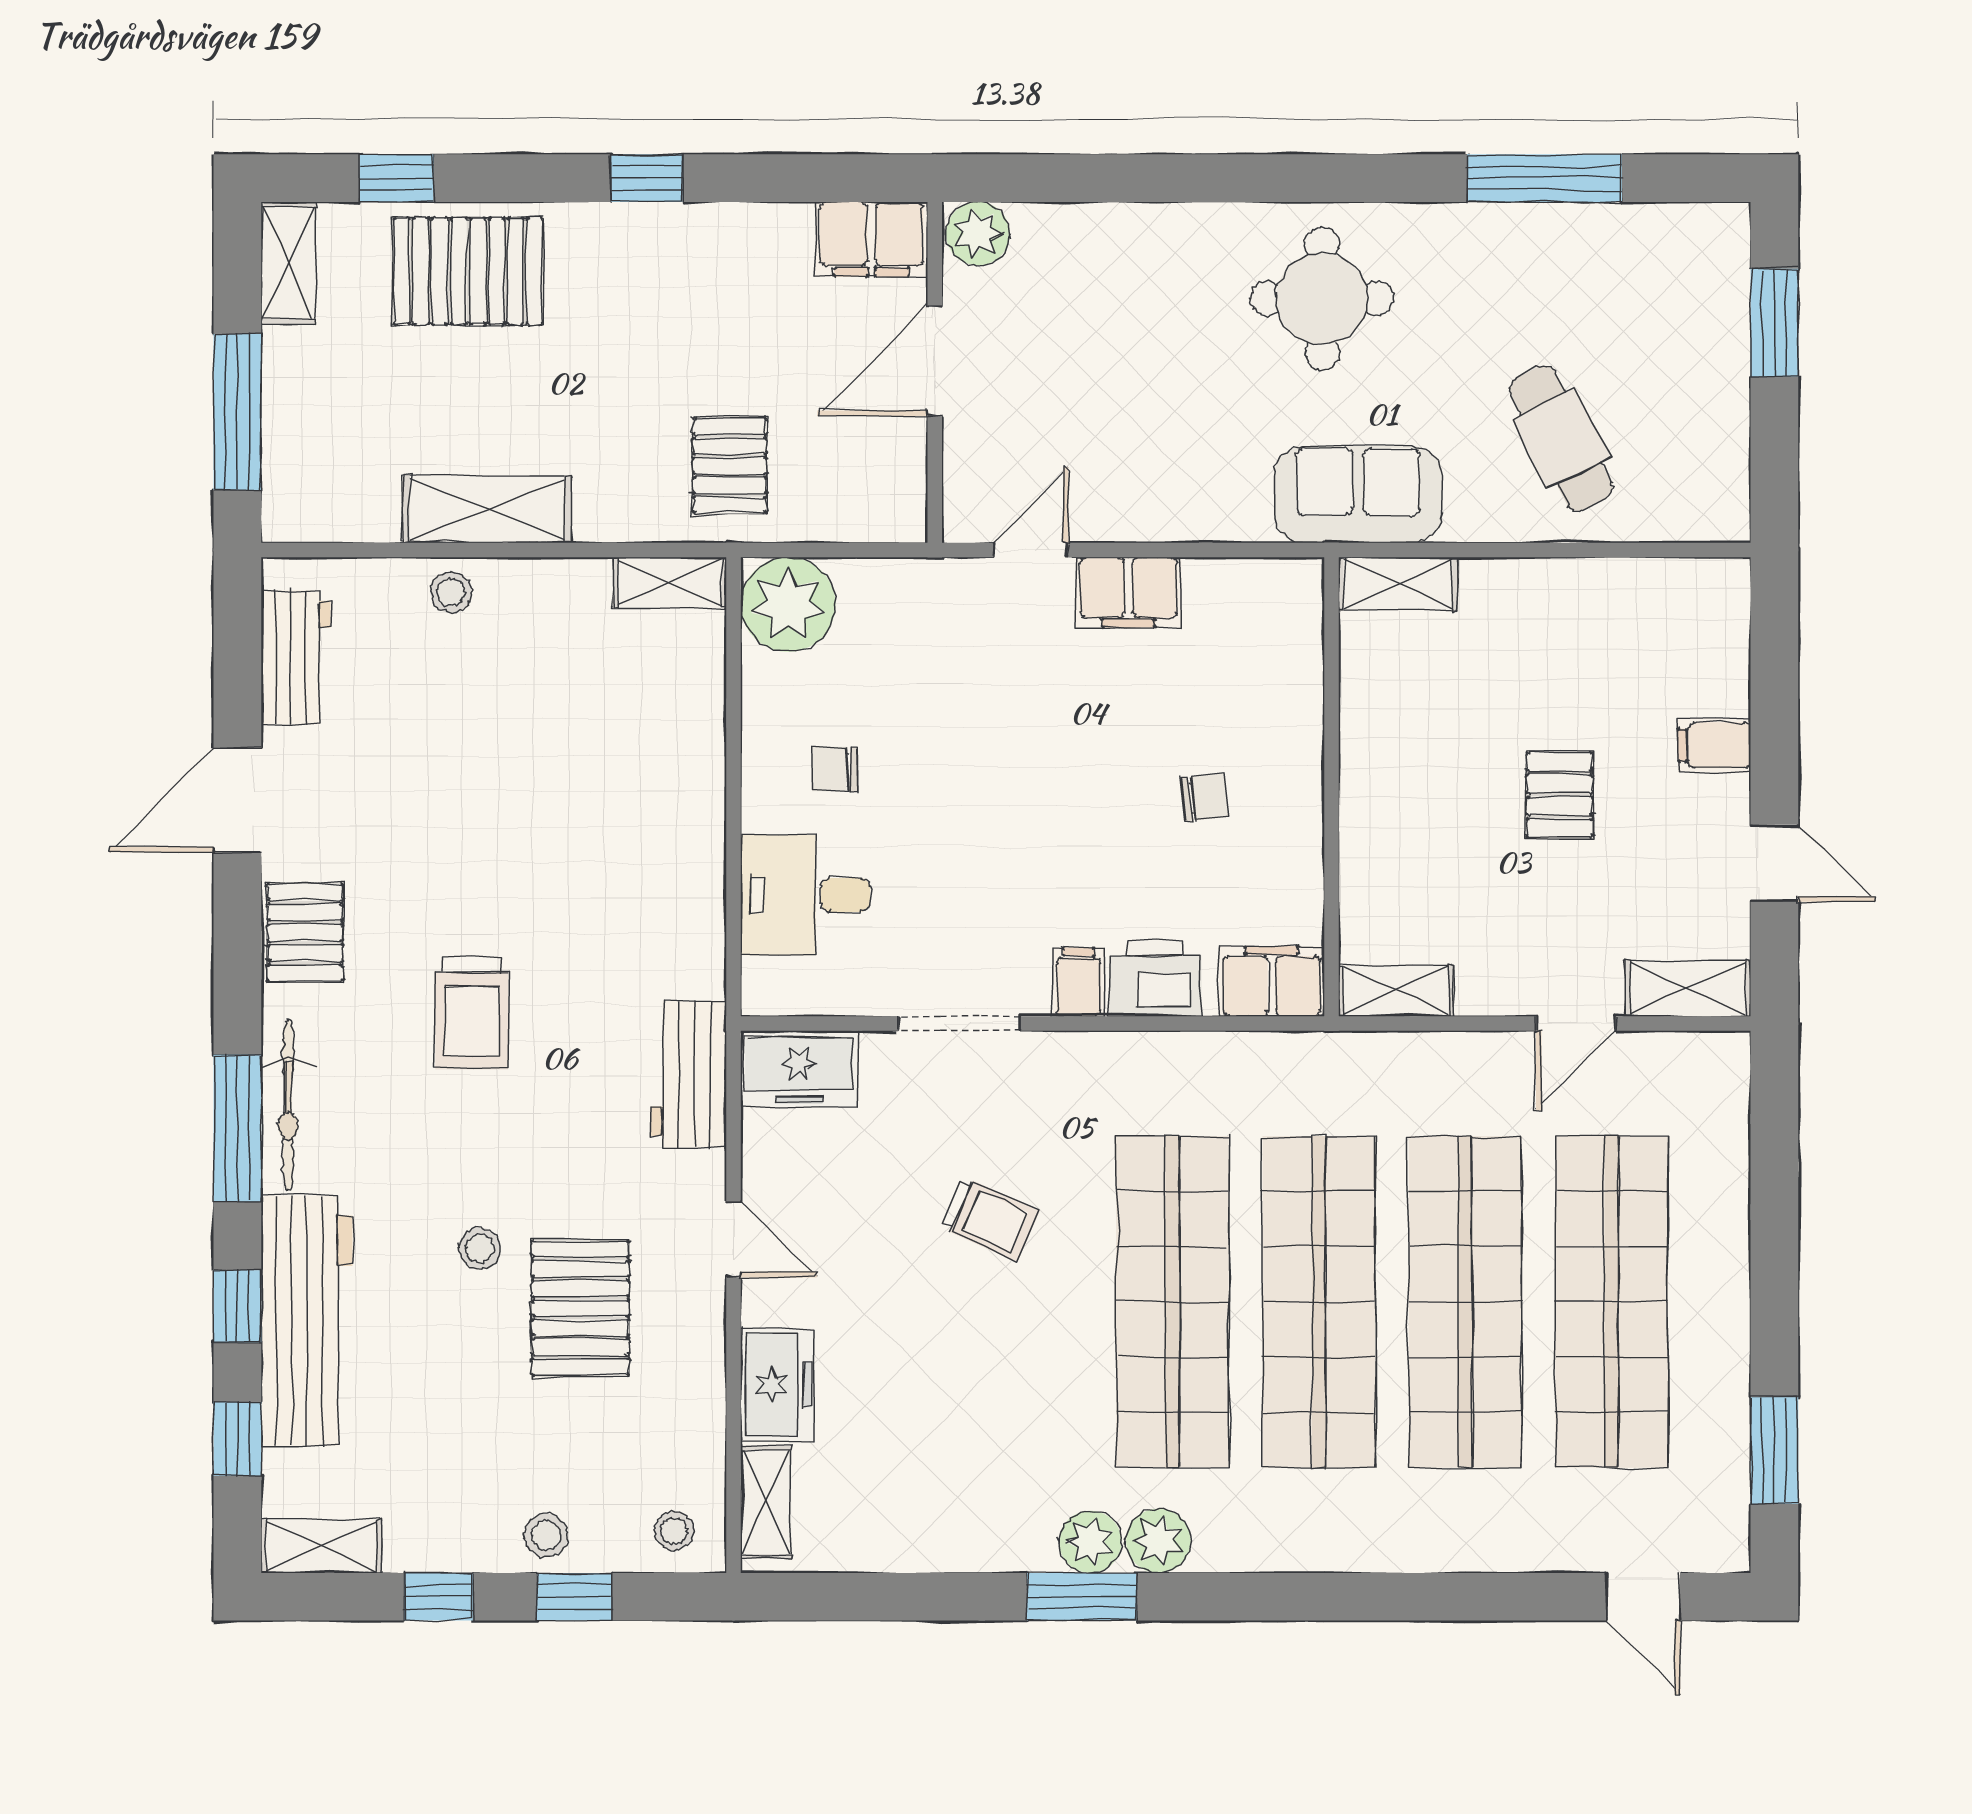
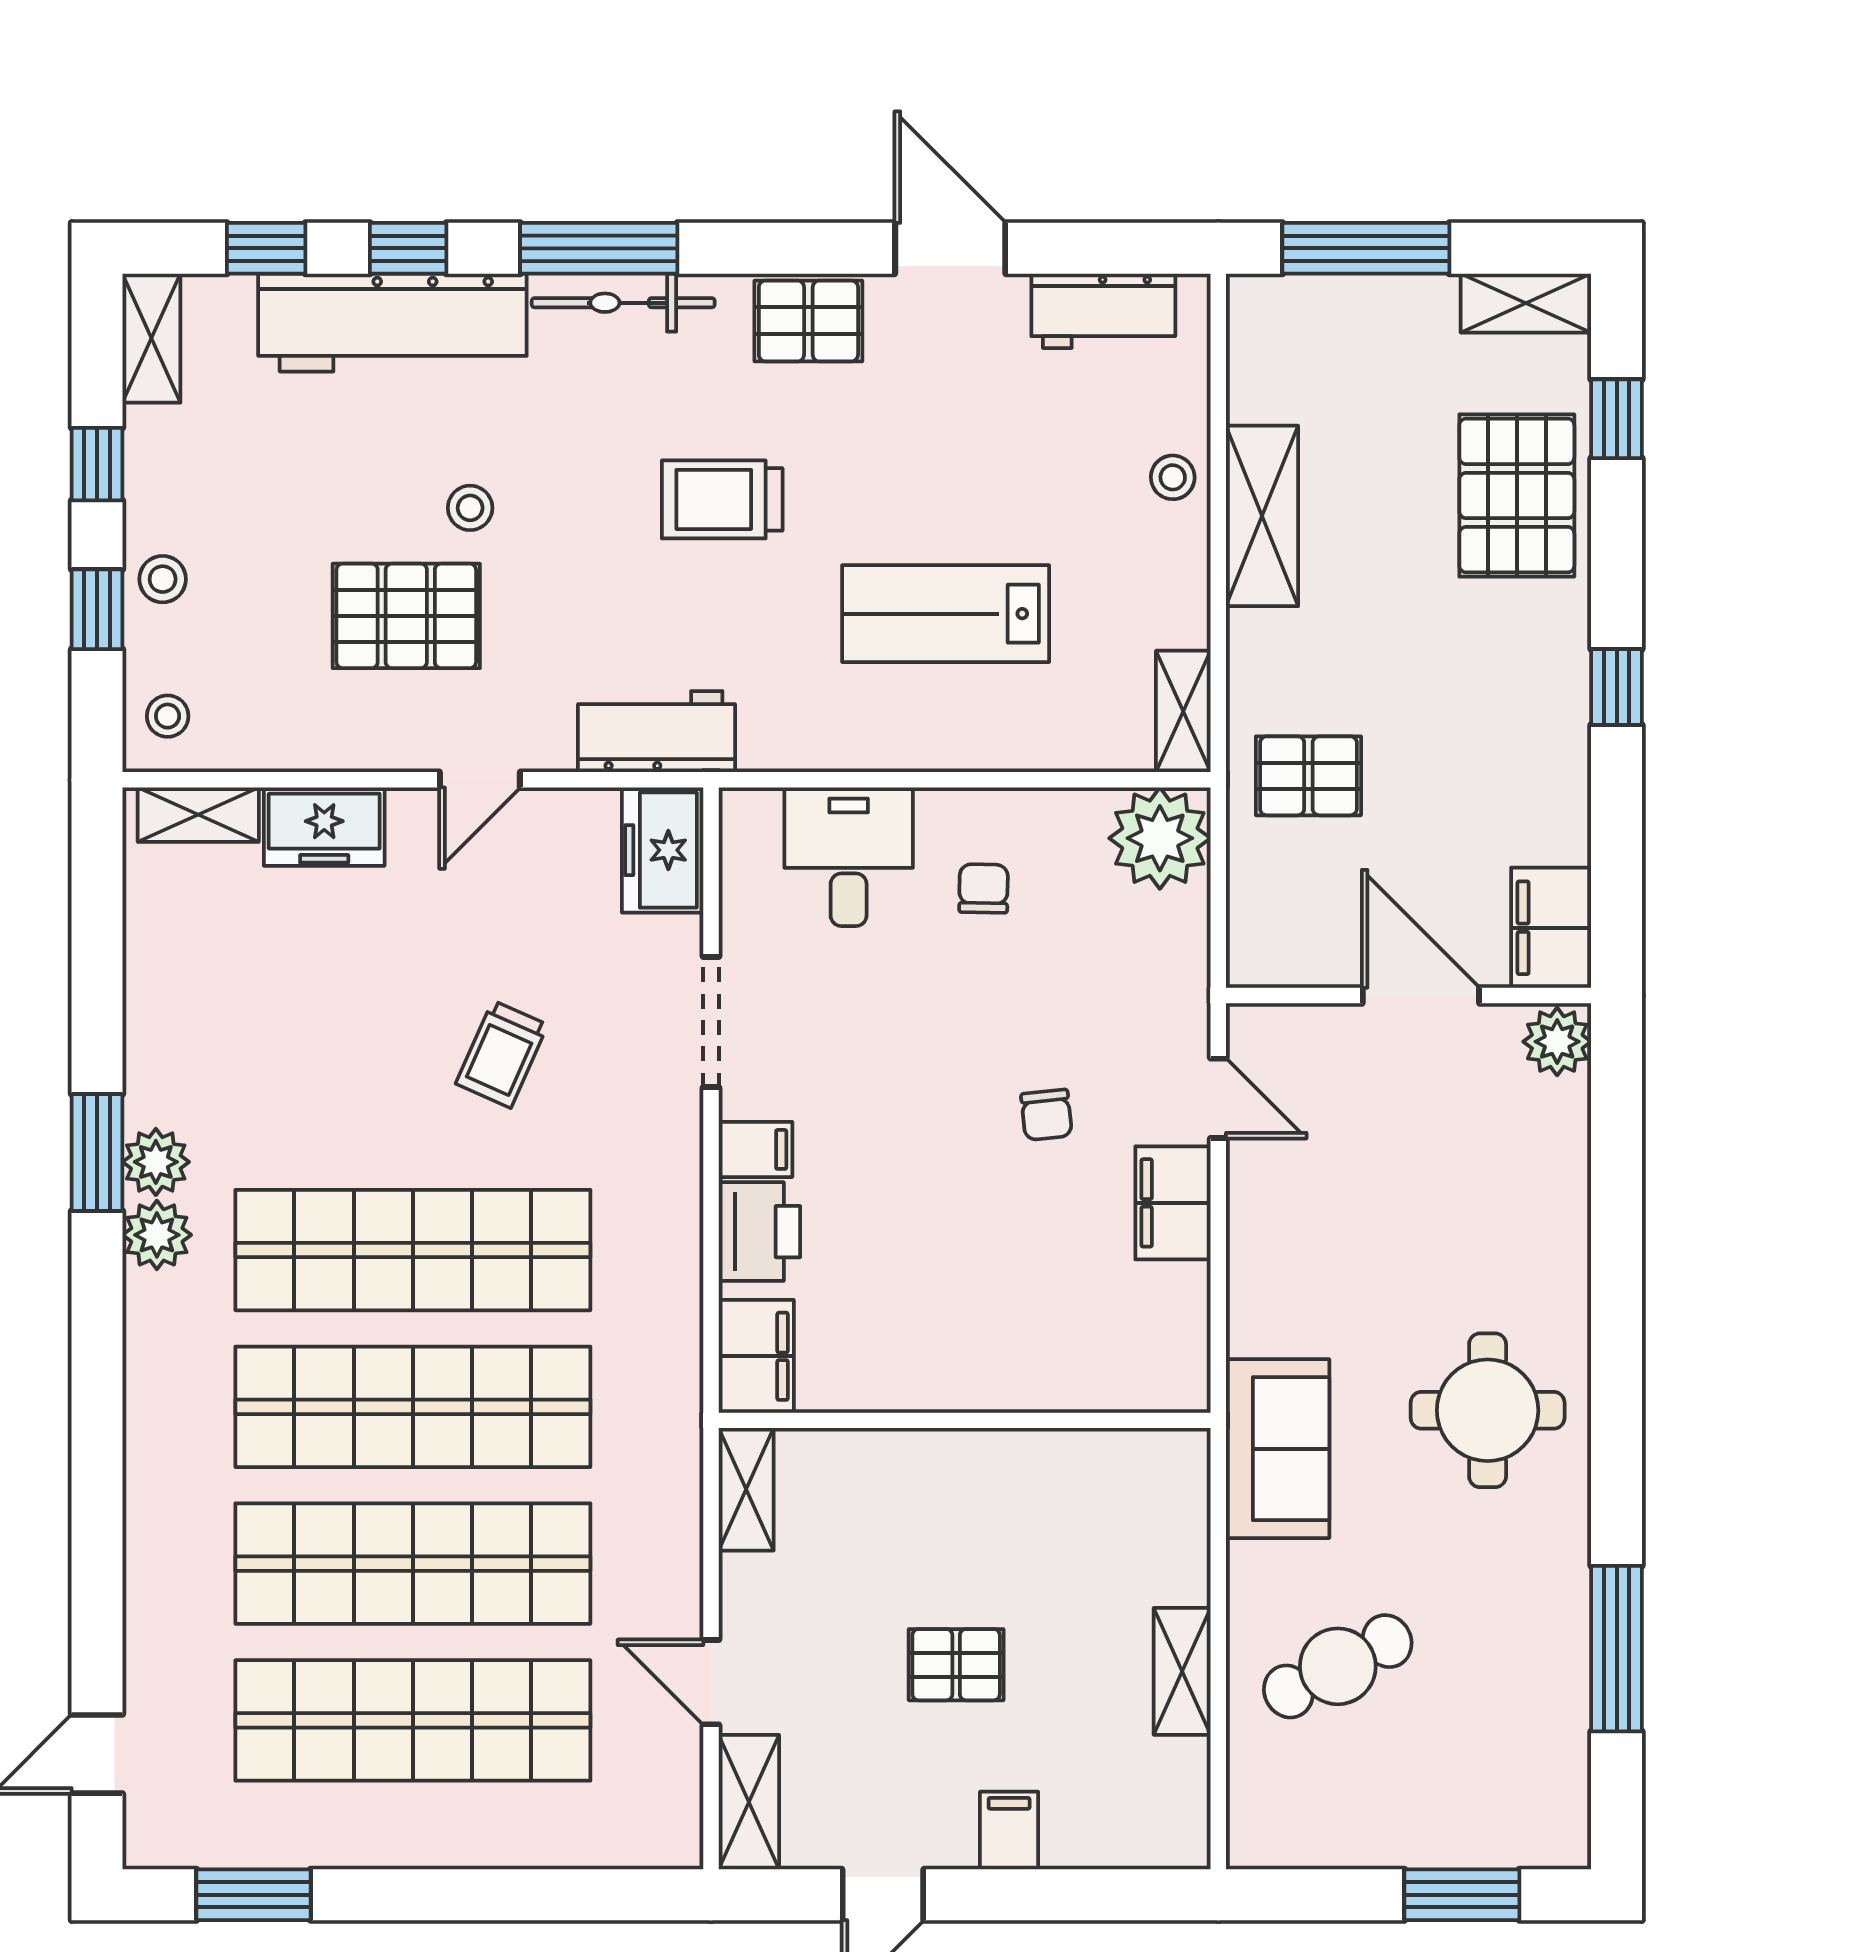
shelving: (1398, 584) -> (1182, 1671), moved
chair: (1205, 797) -> (1046, 1115), moved
lab bench: (578, 804) -> (946, 614), added

